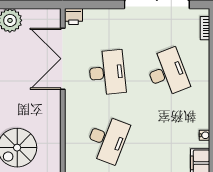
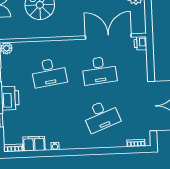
desk: (107, 139) -> (49, 73), turned -30

